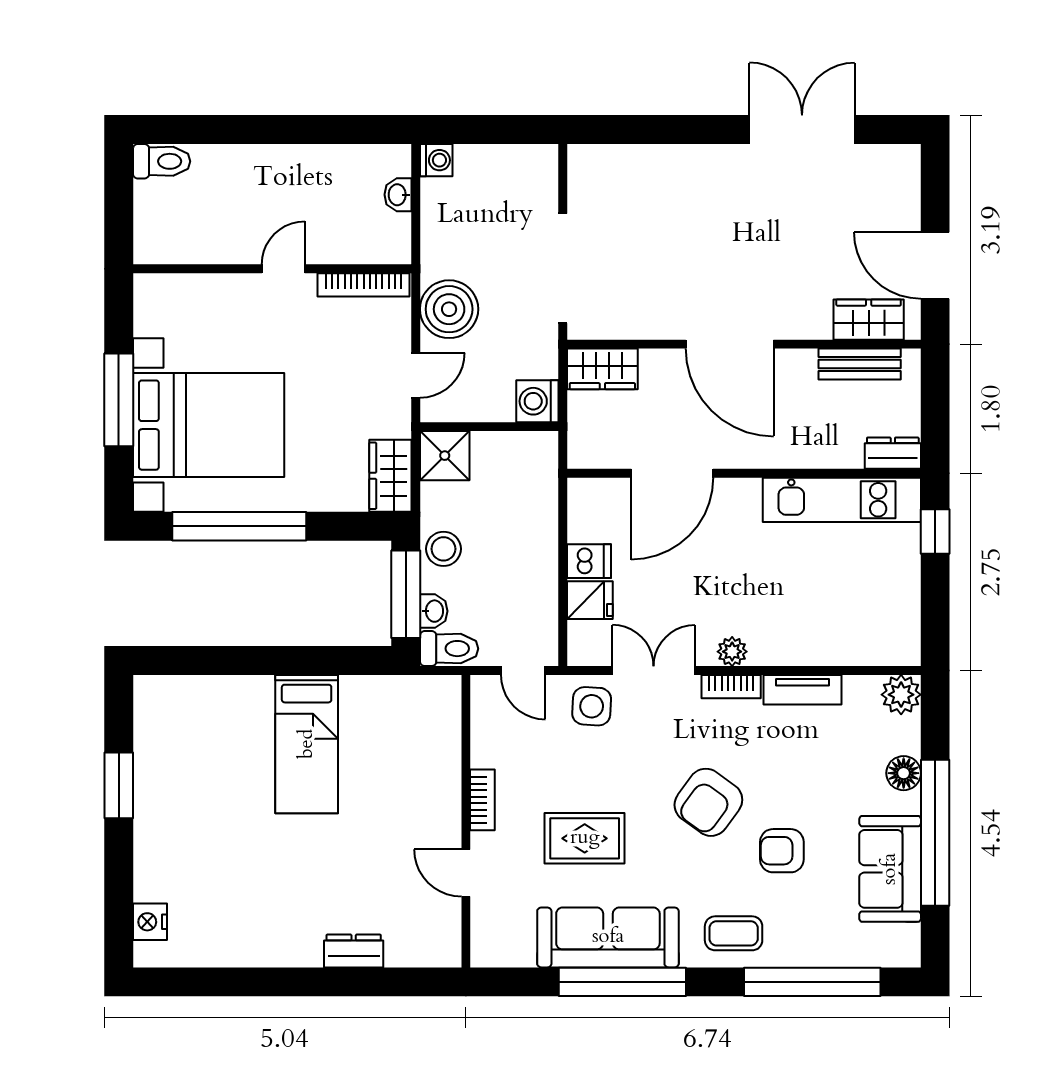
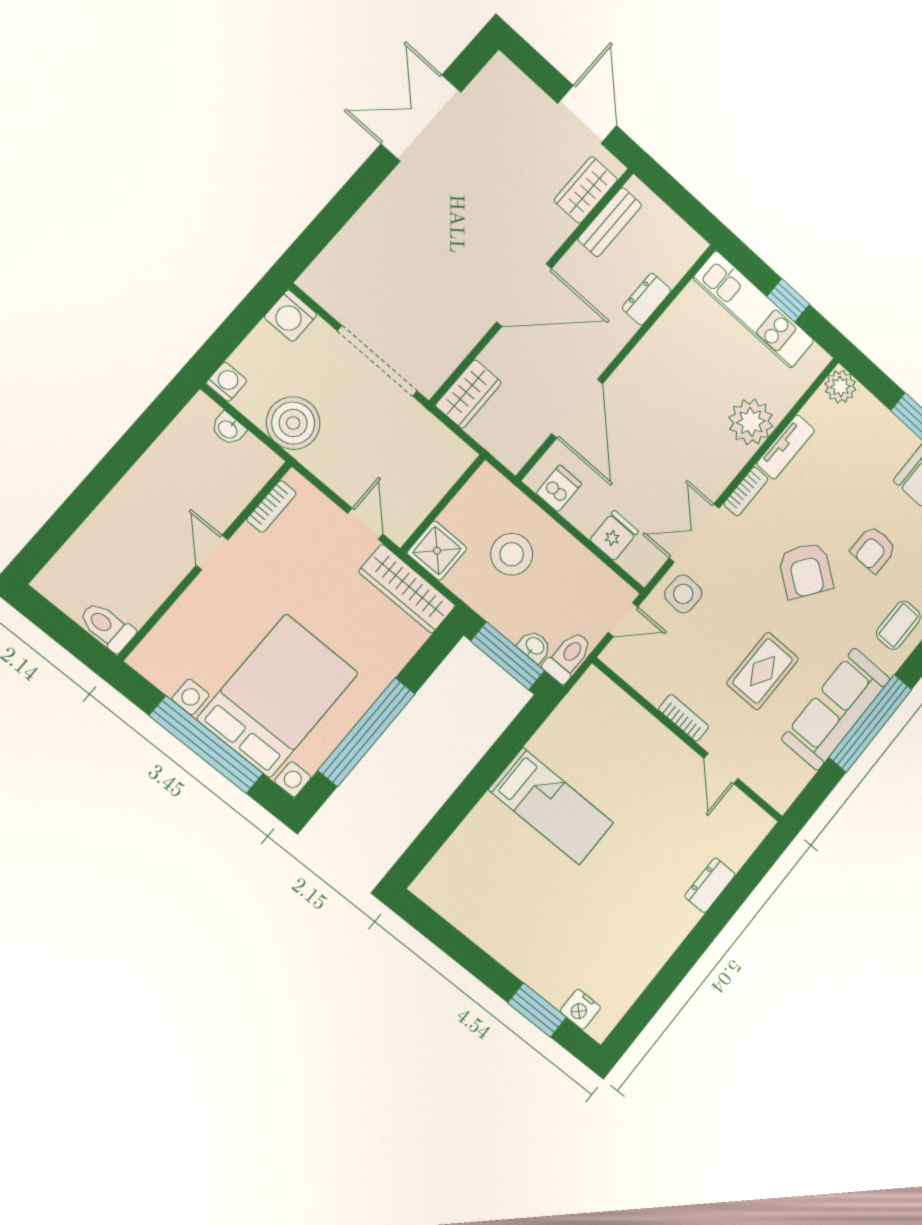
toilet: (162, 161) -> (107, 627), moved, turned -90
door: (935, 265) -> (587, 115), swing flipped
bookcase: (364, 285) -> (271, 506), width x0.64
boiler: (449, 309) -> (293, 423), moved
window: (119, 400) -> (206, 745), width x1.46
washing machine: (537, 401) -> (291, 316), moved
dresser: (893, 453) -> (647, 299), moved
wardrobe: (390, 476) -> (407, 589), width x1.50
kitchen unit: (842, 500) -> (754, 310), moved, turned 90
window: (935, 532) -> (788, 300), moved
stool: (443, 549) -> (512, 554), moved, width x1.38, depth x1.38
dishwasher: (589, 561) -> (559, 488), moved
plant: (732, 652) -> (751, 422), moved, width x1.88, depth x1.88
floor lamp: (904, 773) -> (889, 429), removed
window: (119, 785) -> (537, 1010), moved
door: (466, 873) -> (721, 768), hinge flipped

